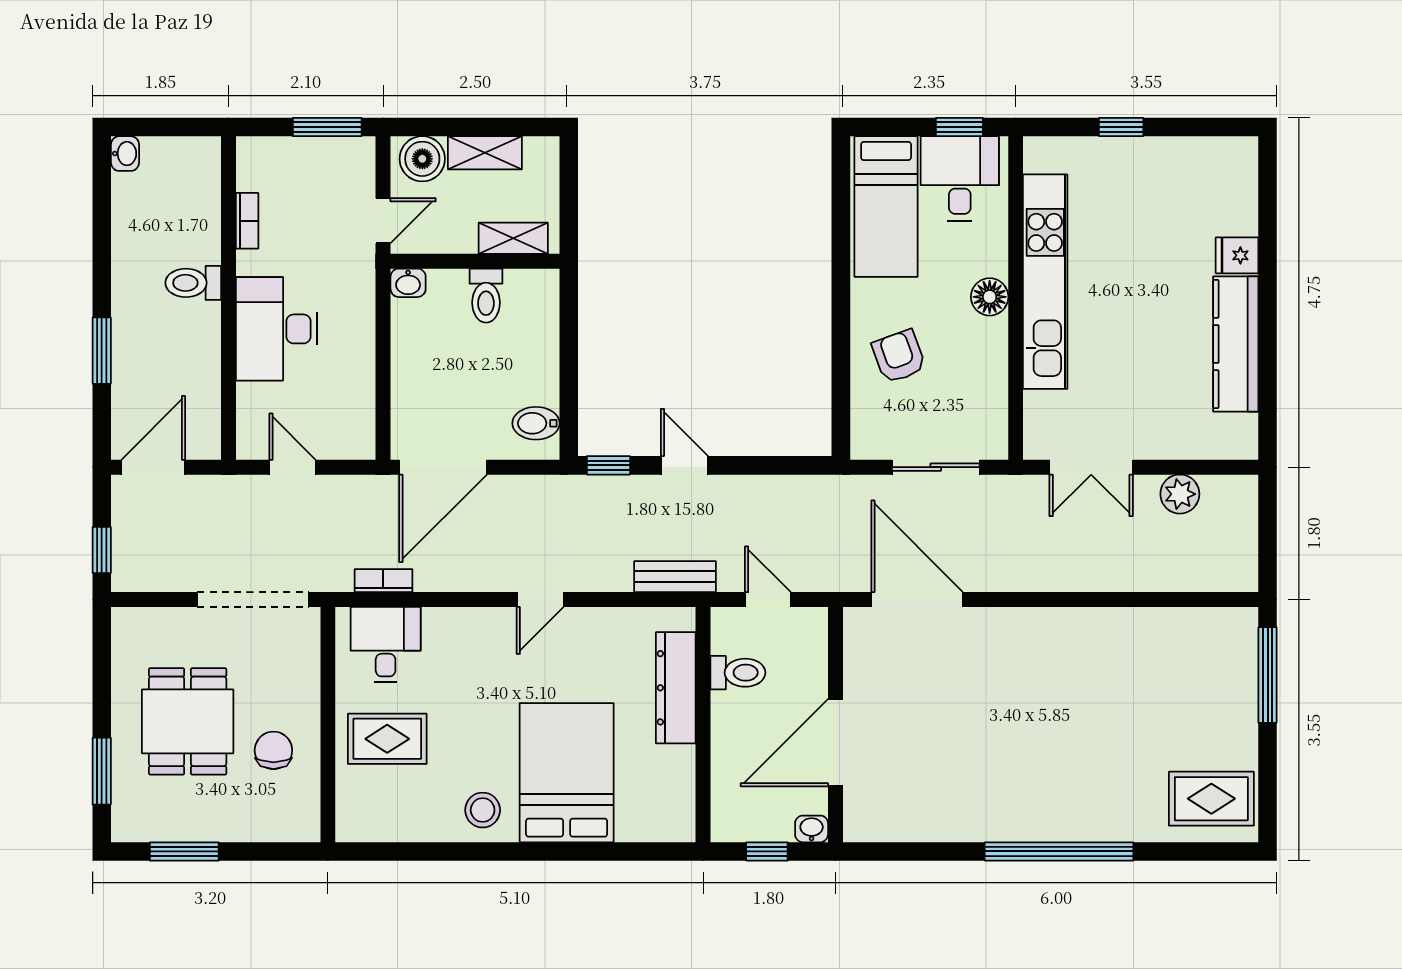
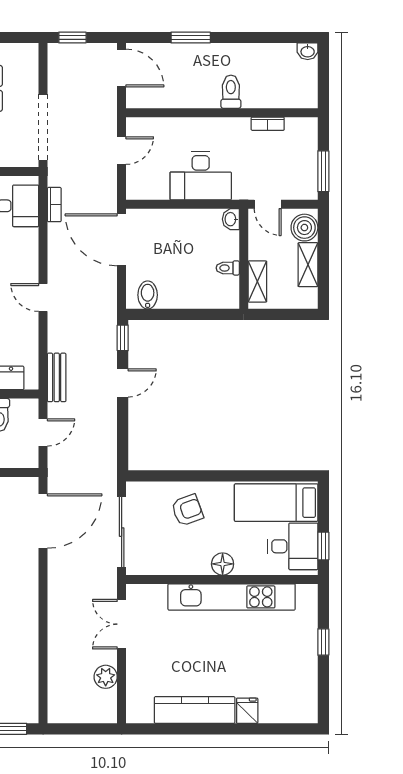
toilet: (486, 296) -> (228, 268), width x0.73, depth x0.72
desk: (277, 329) -> (201, 176), moved, turned 180
sliding door: (936, 467) -> (122, 532), width x1.37

